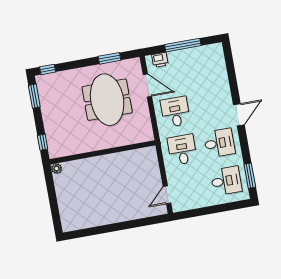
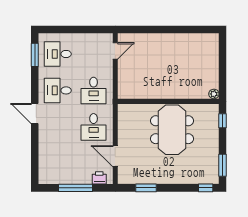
meeting table: (107, 100) -> (172, 130), moved
door: (239, 115) -> (35, 114), hinge flipped

